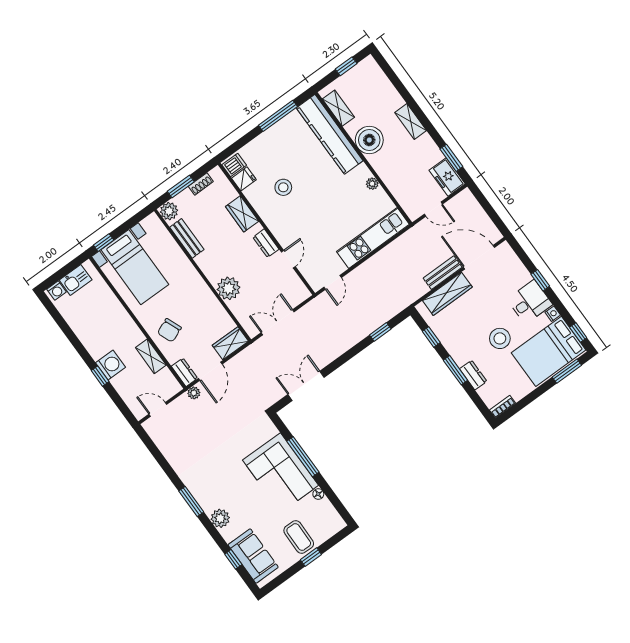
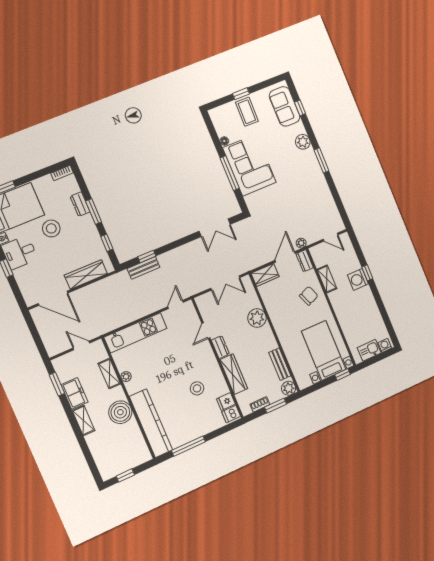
shelving: (338, 108) -> (109, 374), moved
freezer: (447, 177) -> (74, 393), moved
wardrobe: (242, 214) -> (234, 374), width x1.50
bench: (443, 273) -> (143, 268), moved

